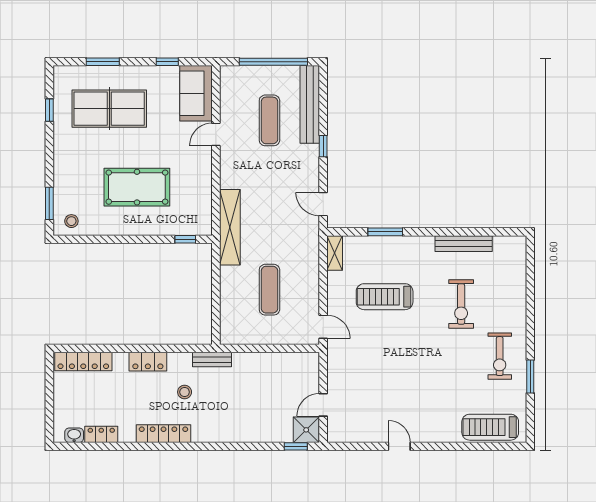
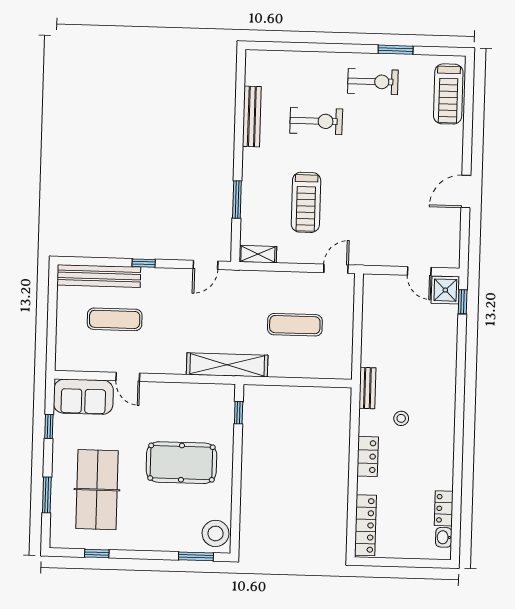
window: (273, 62) -> (52, 313), removed
pool table: (137, 187) -> (181, 463), turned 90
stool: (71, 221) -> (216, 533), width x1.89, depth x1.89
locker: (163, 434) -> (445, 442), removed
door: (399, 446) -> (466, 191), width x1.38

